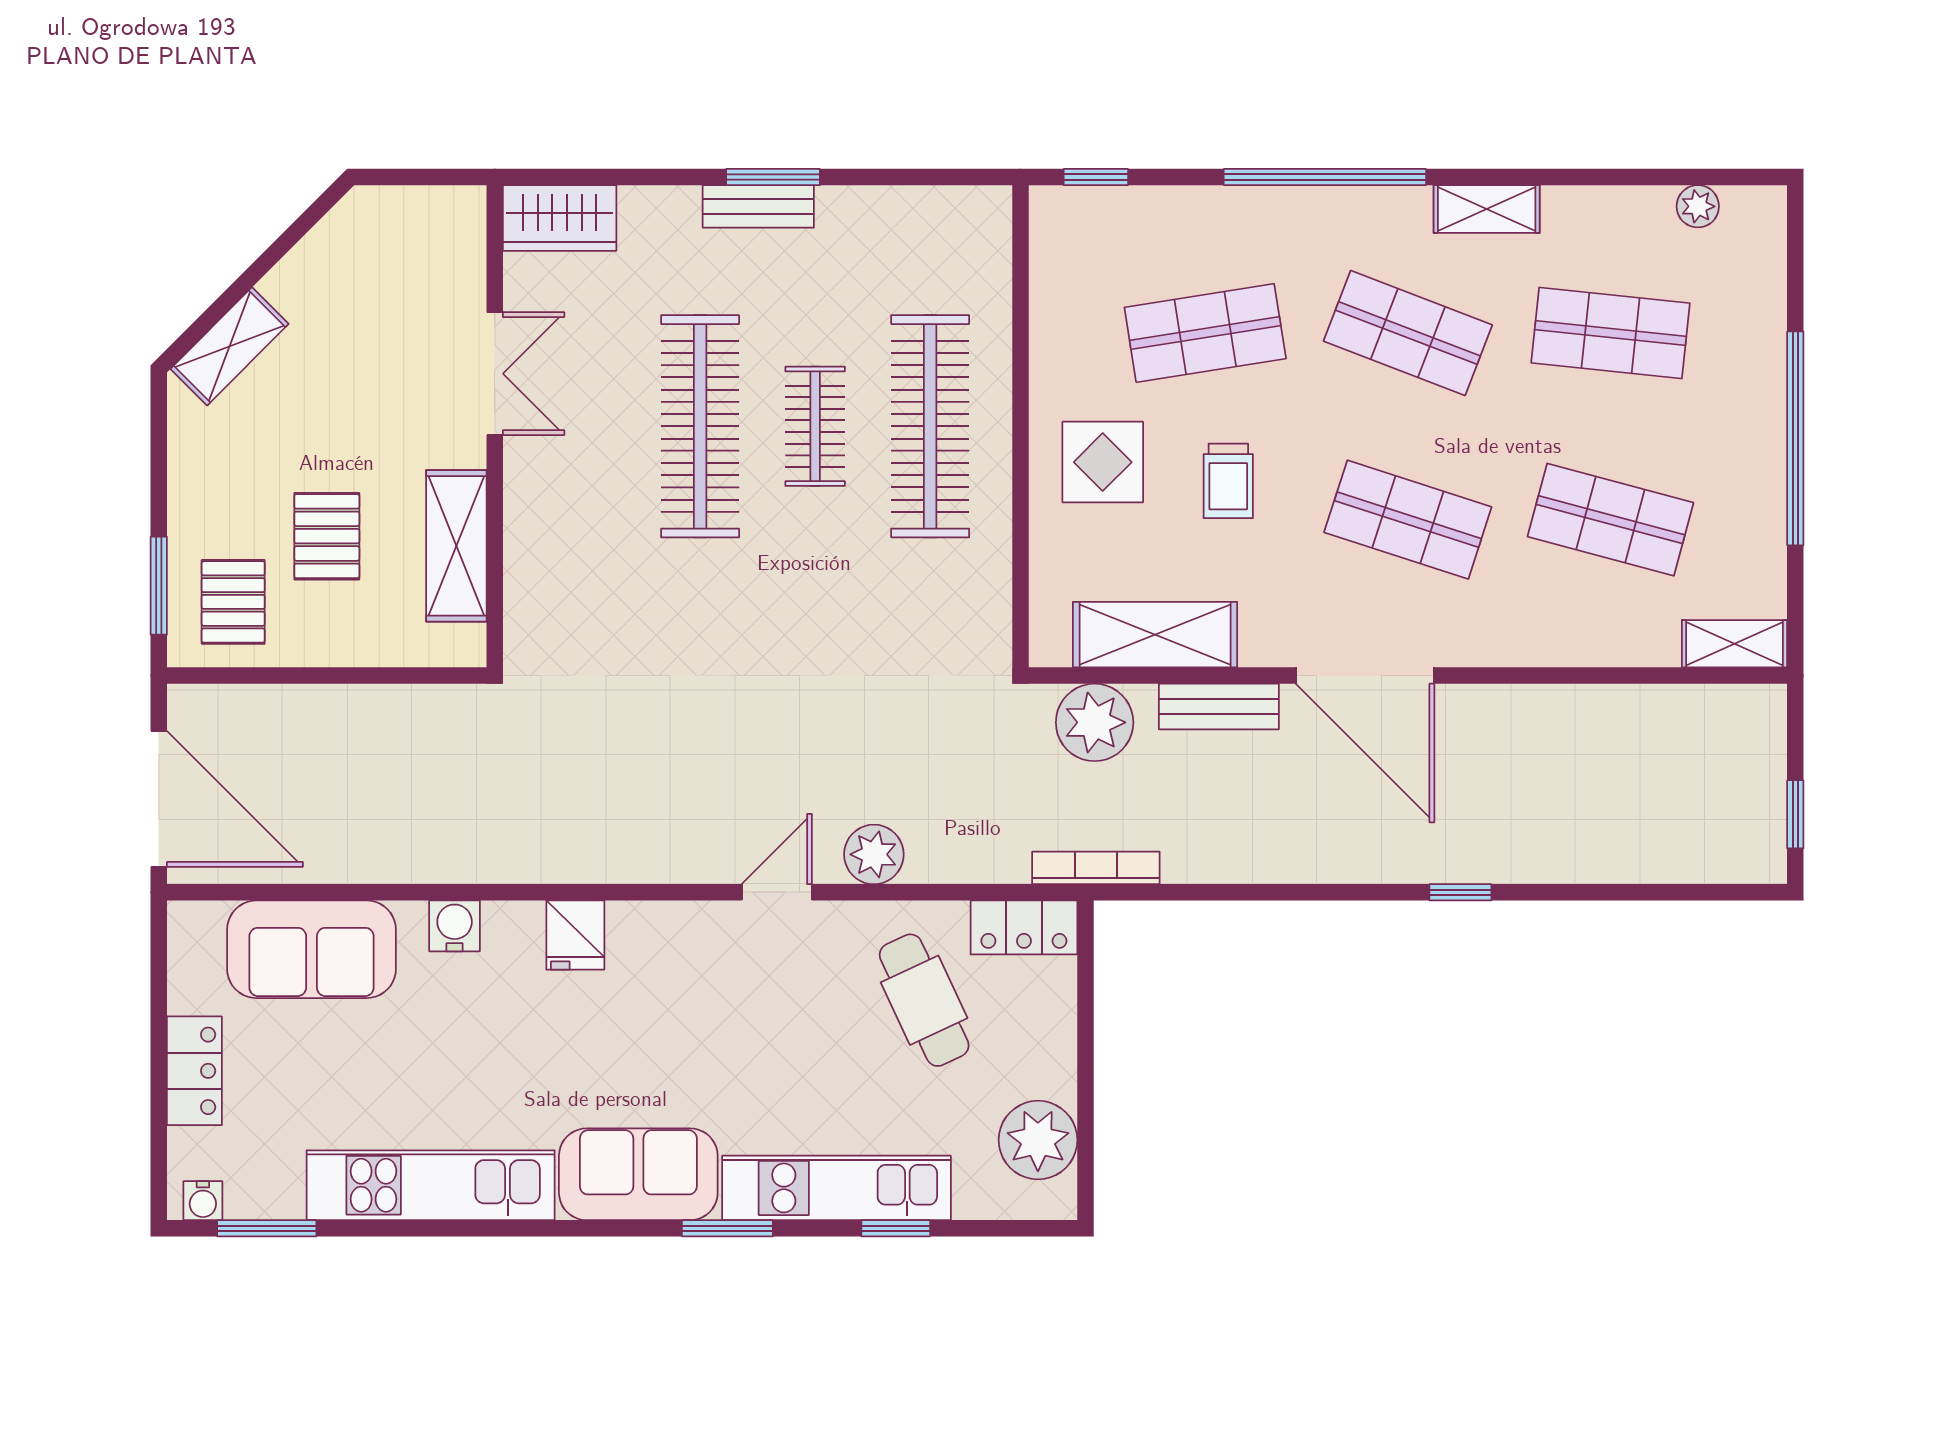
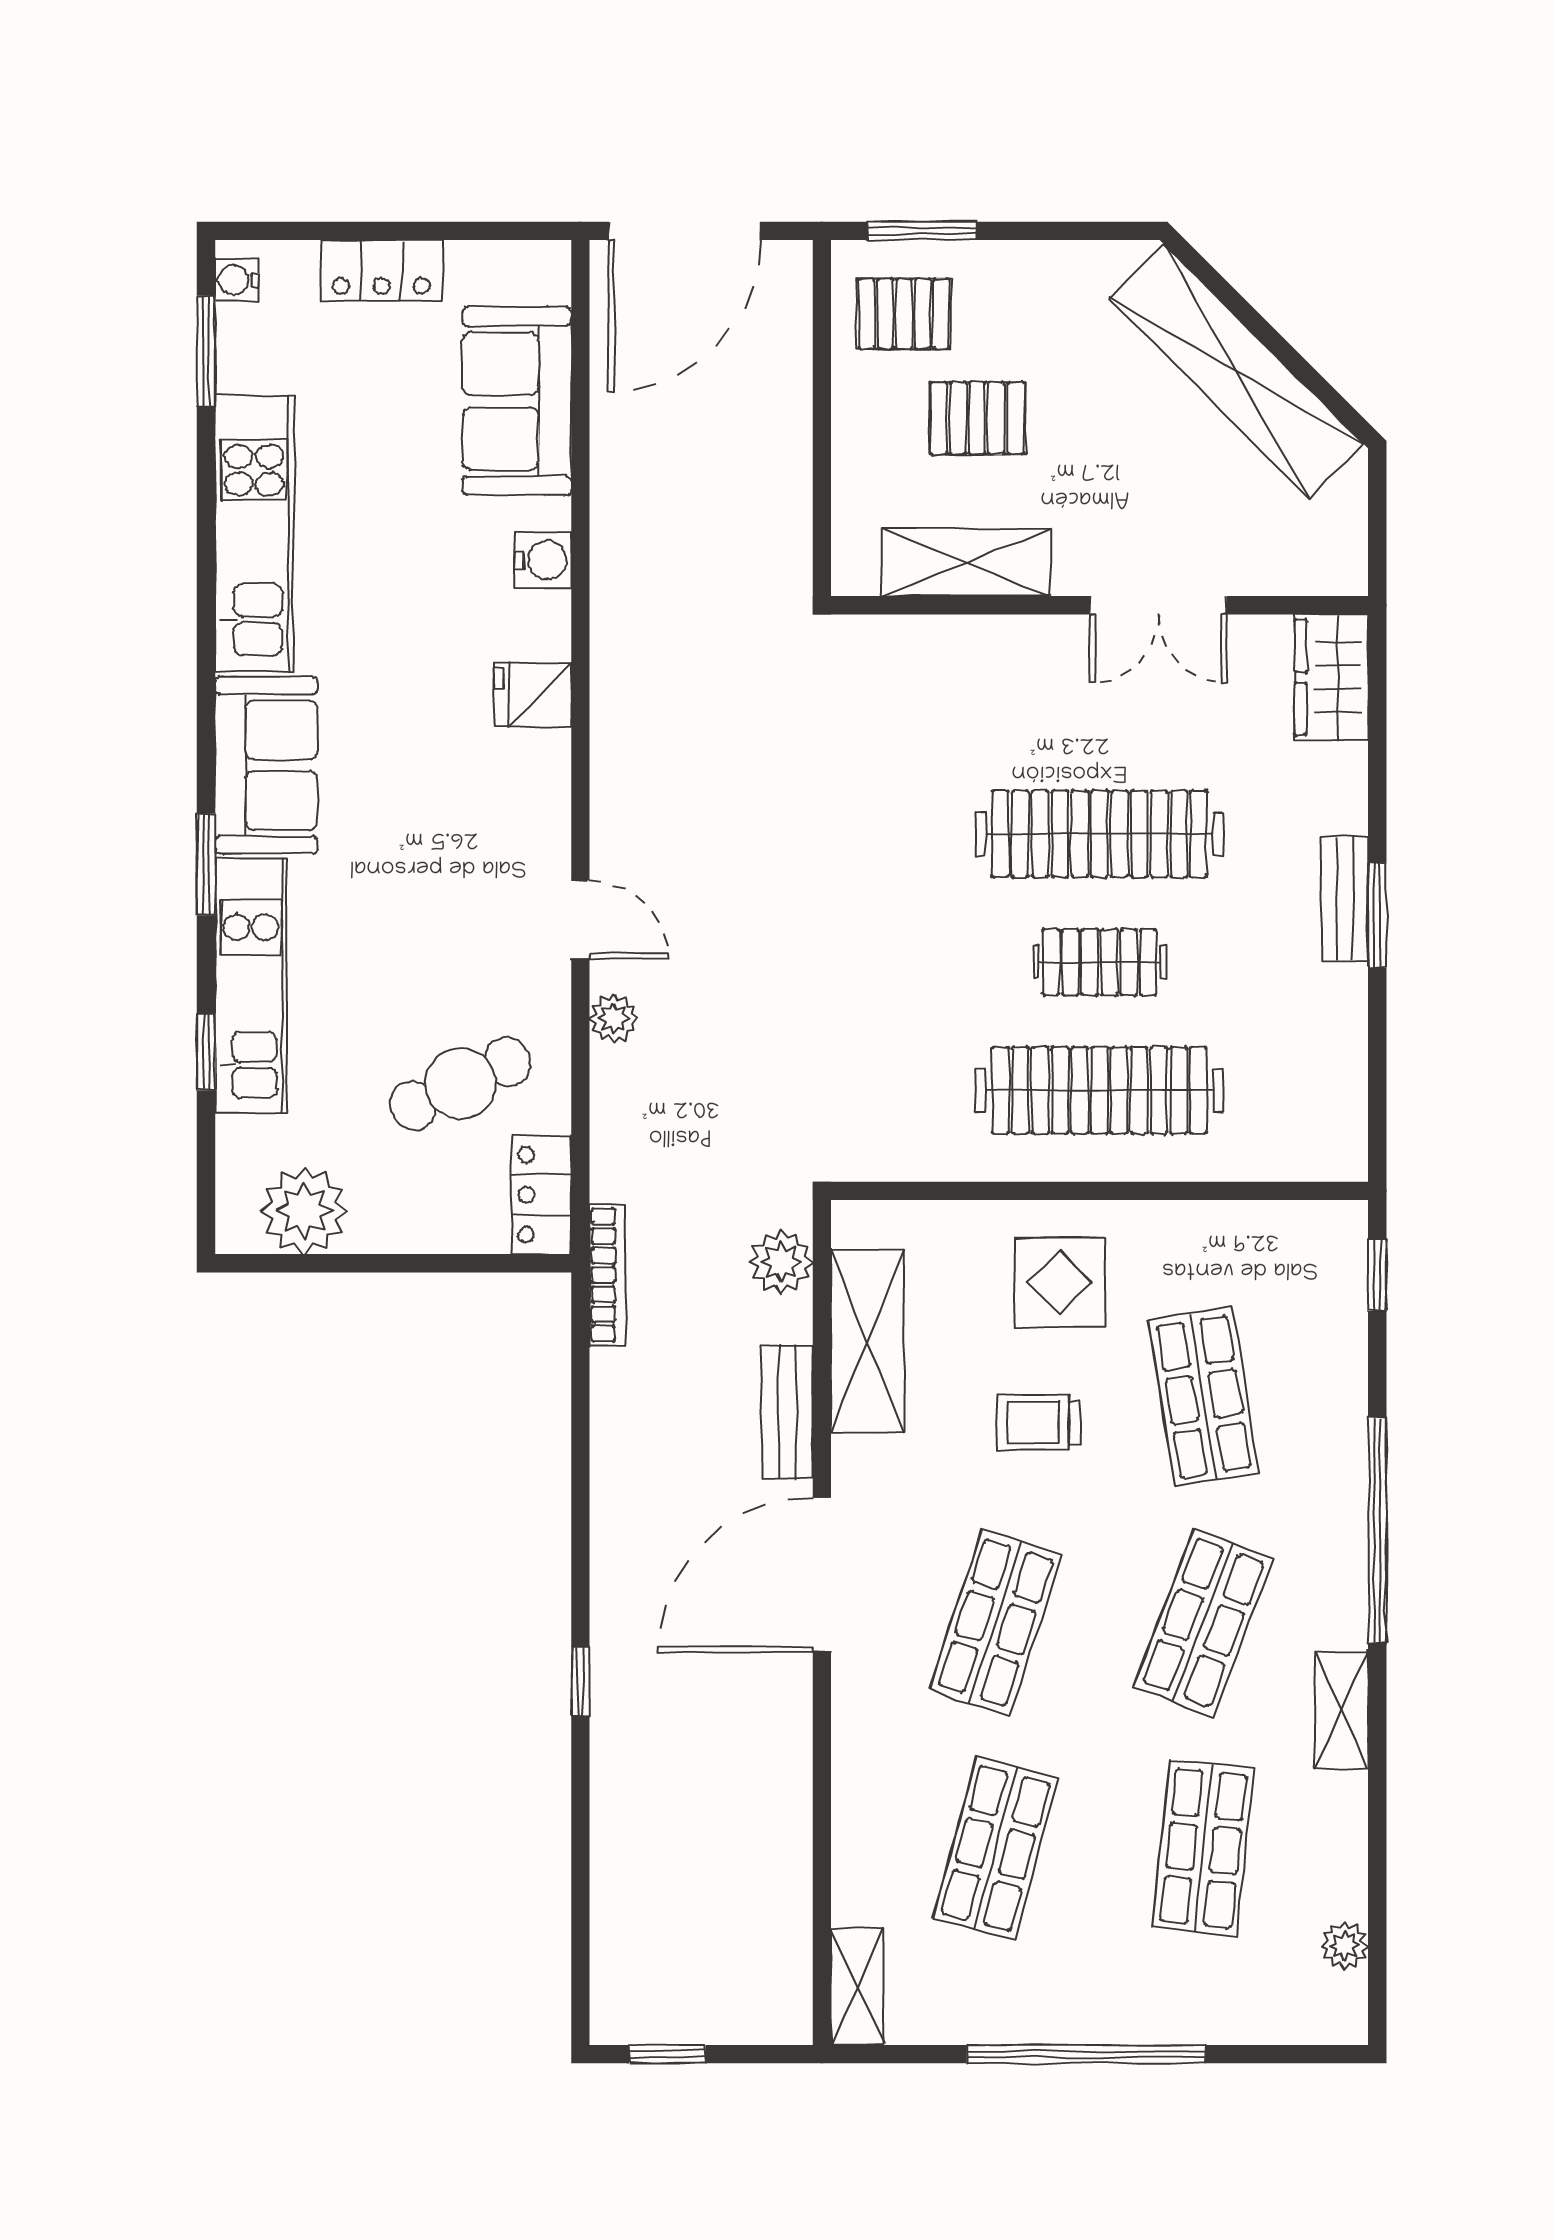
shelving: (229, 346) -> (1236, 371), width x2.20, depth x1.33
plant: (1095, 722) -> (781, 1262), width x0.73, depth x0.73
plant: (874, 854) -> (614, 1019), width x0.73, depth x0.73

